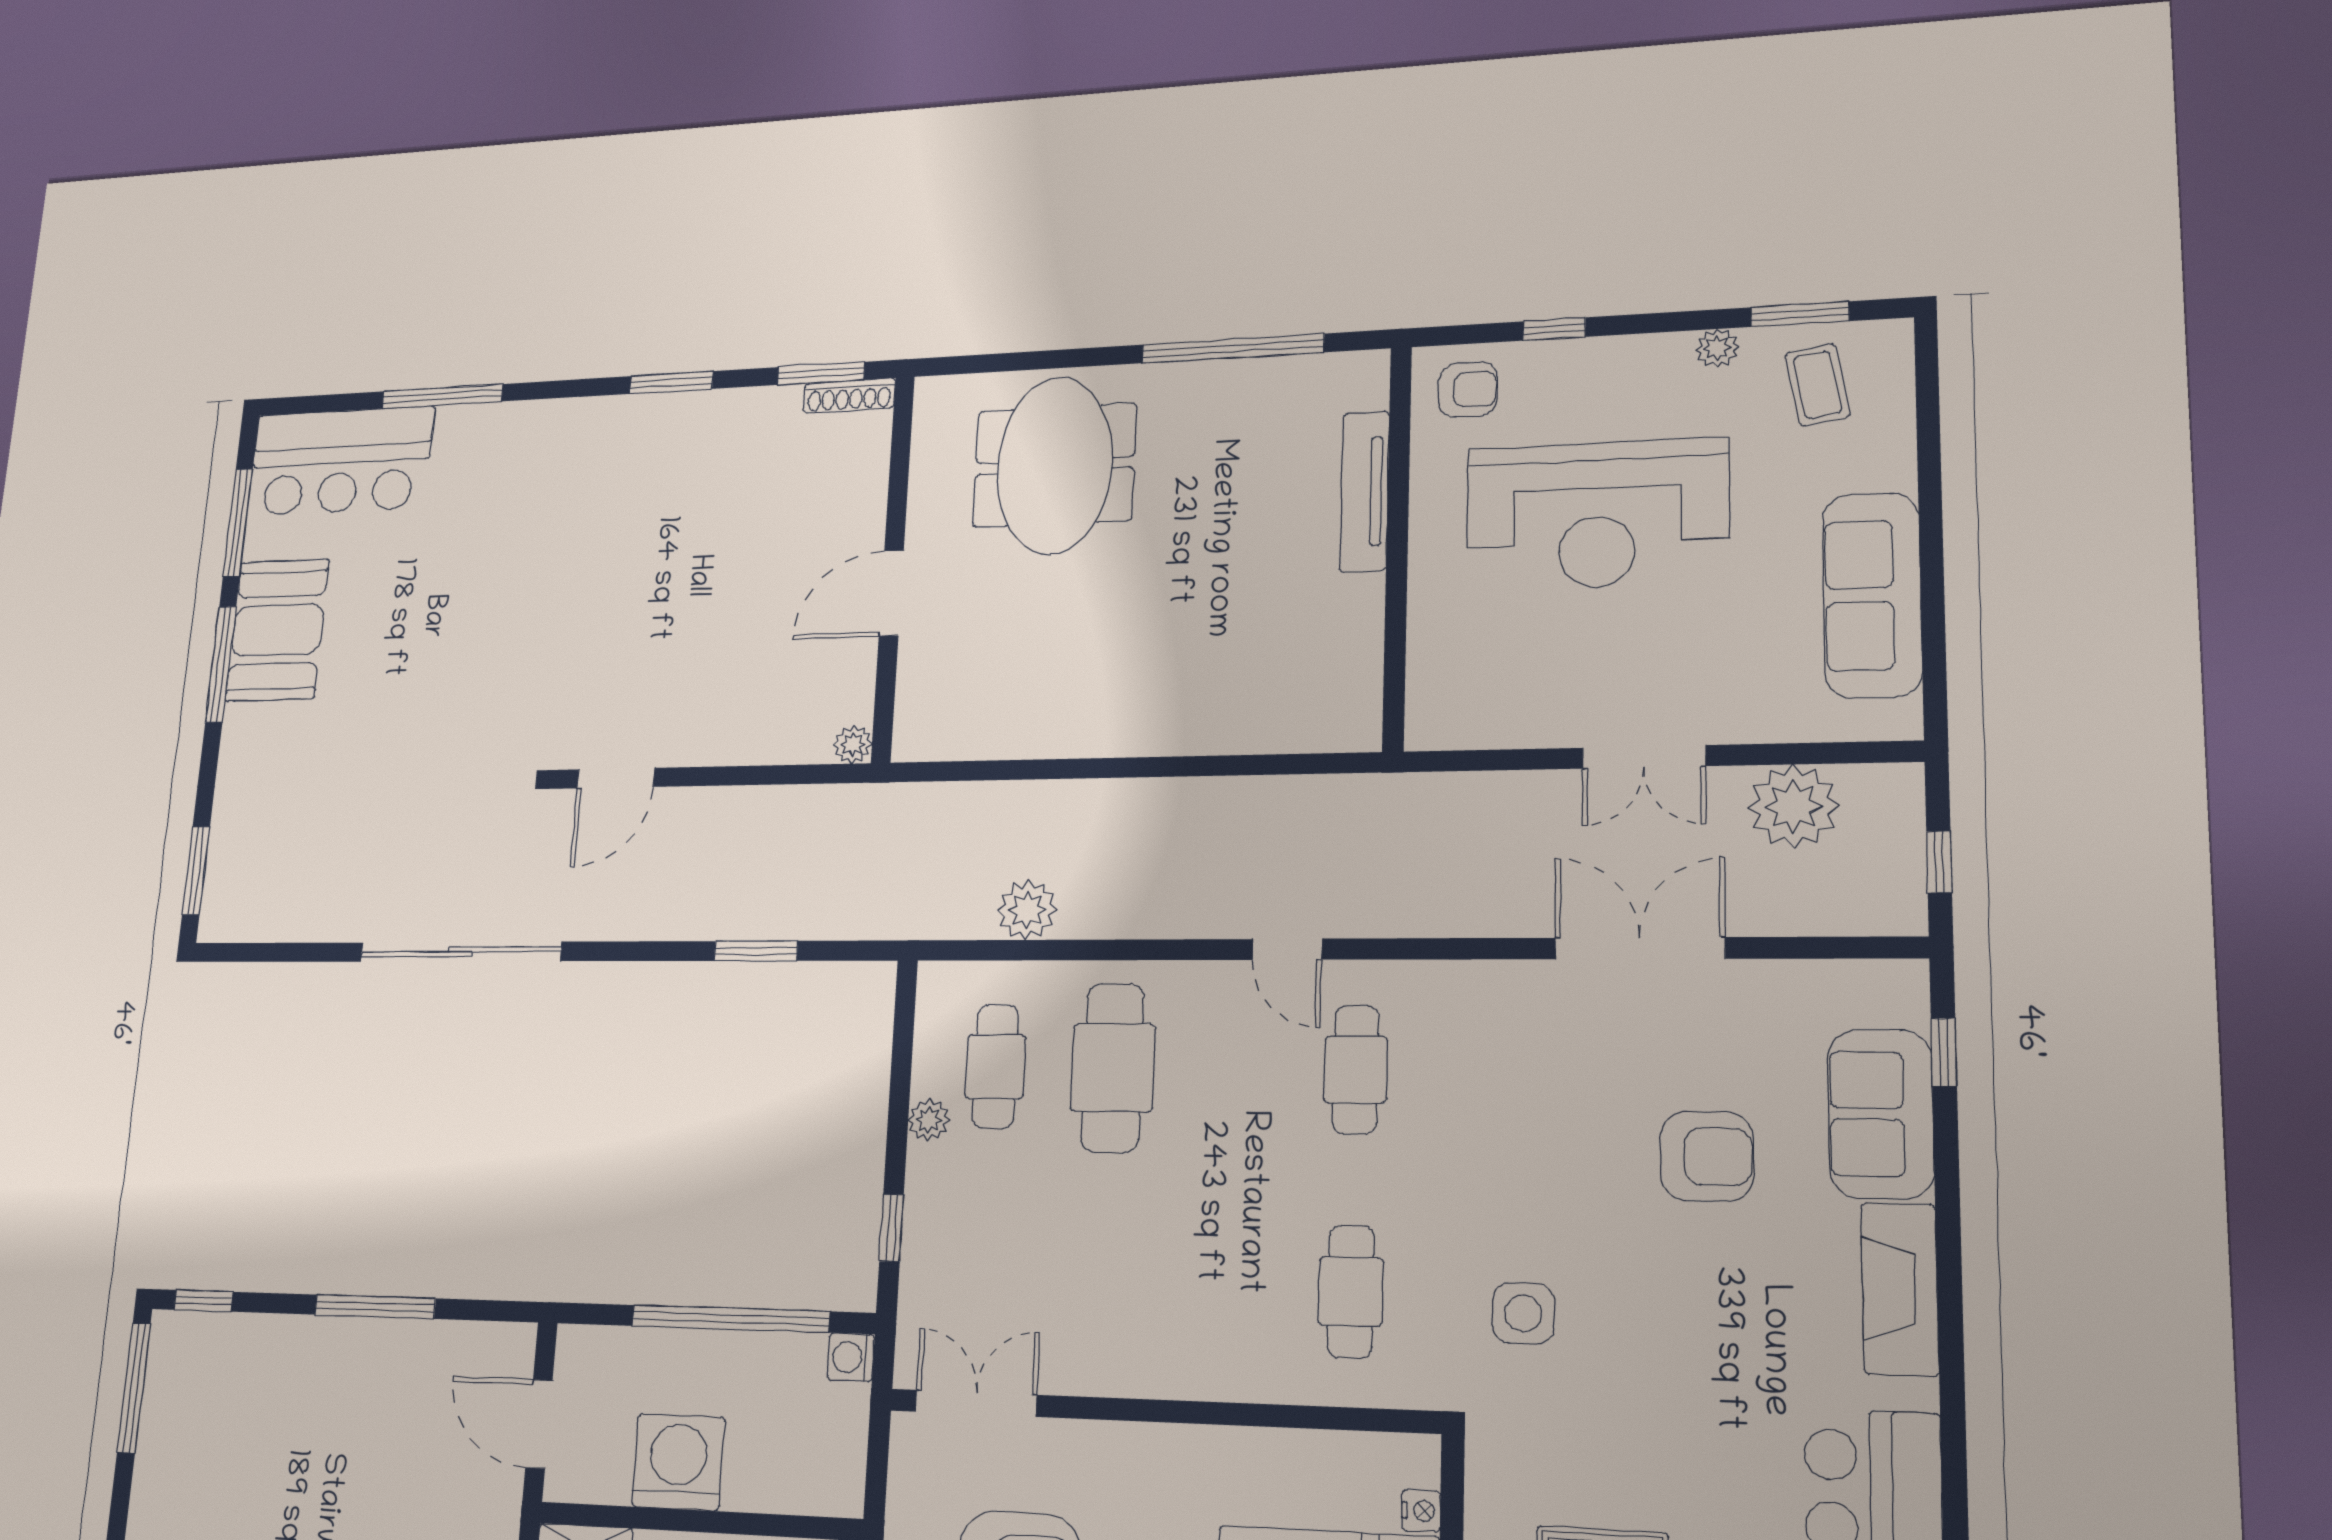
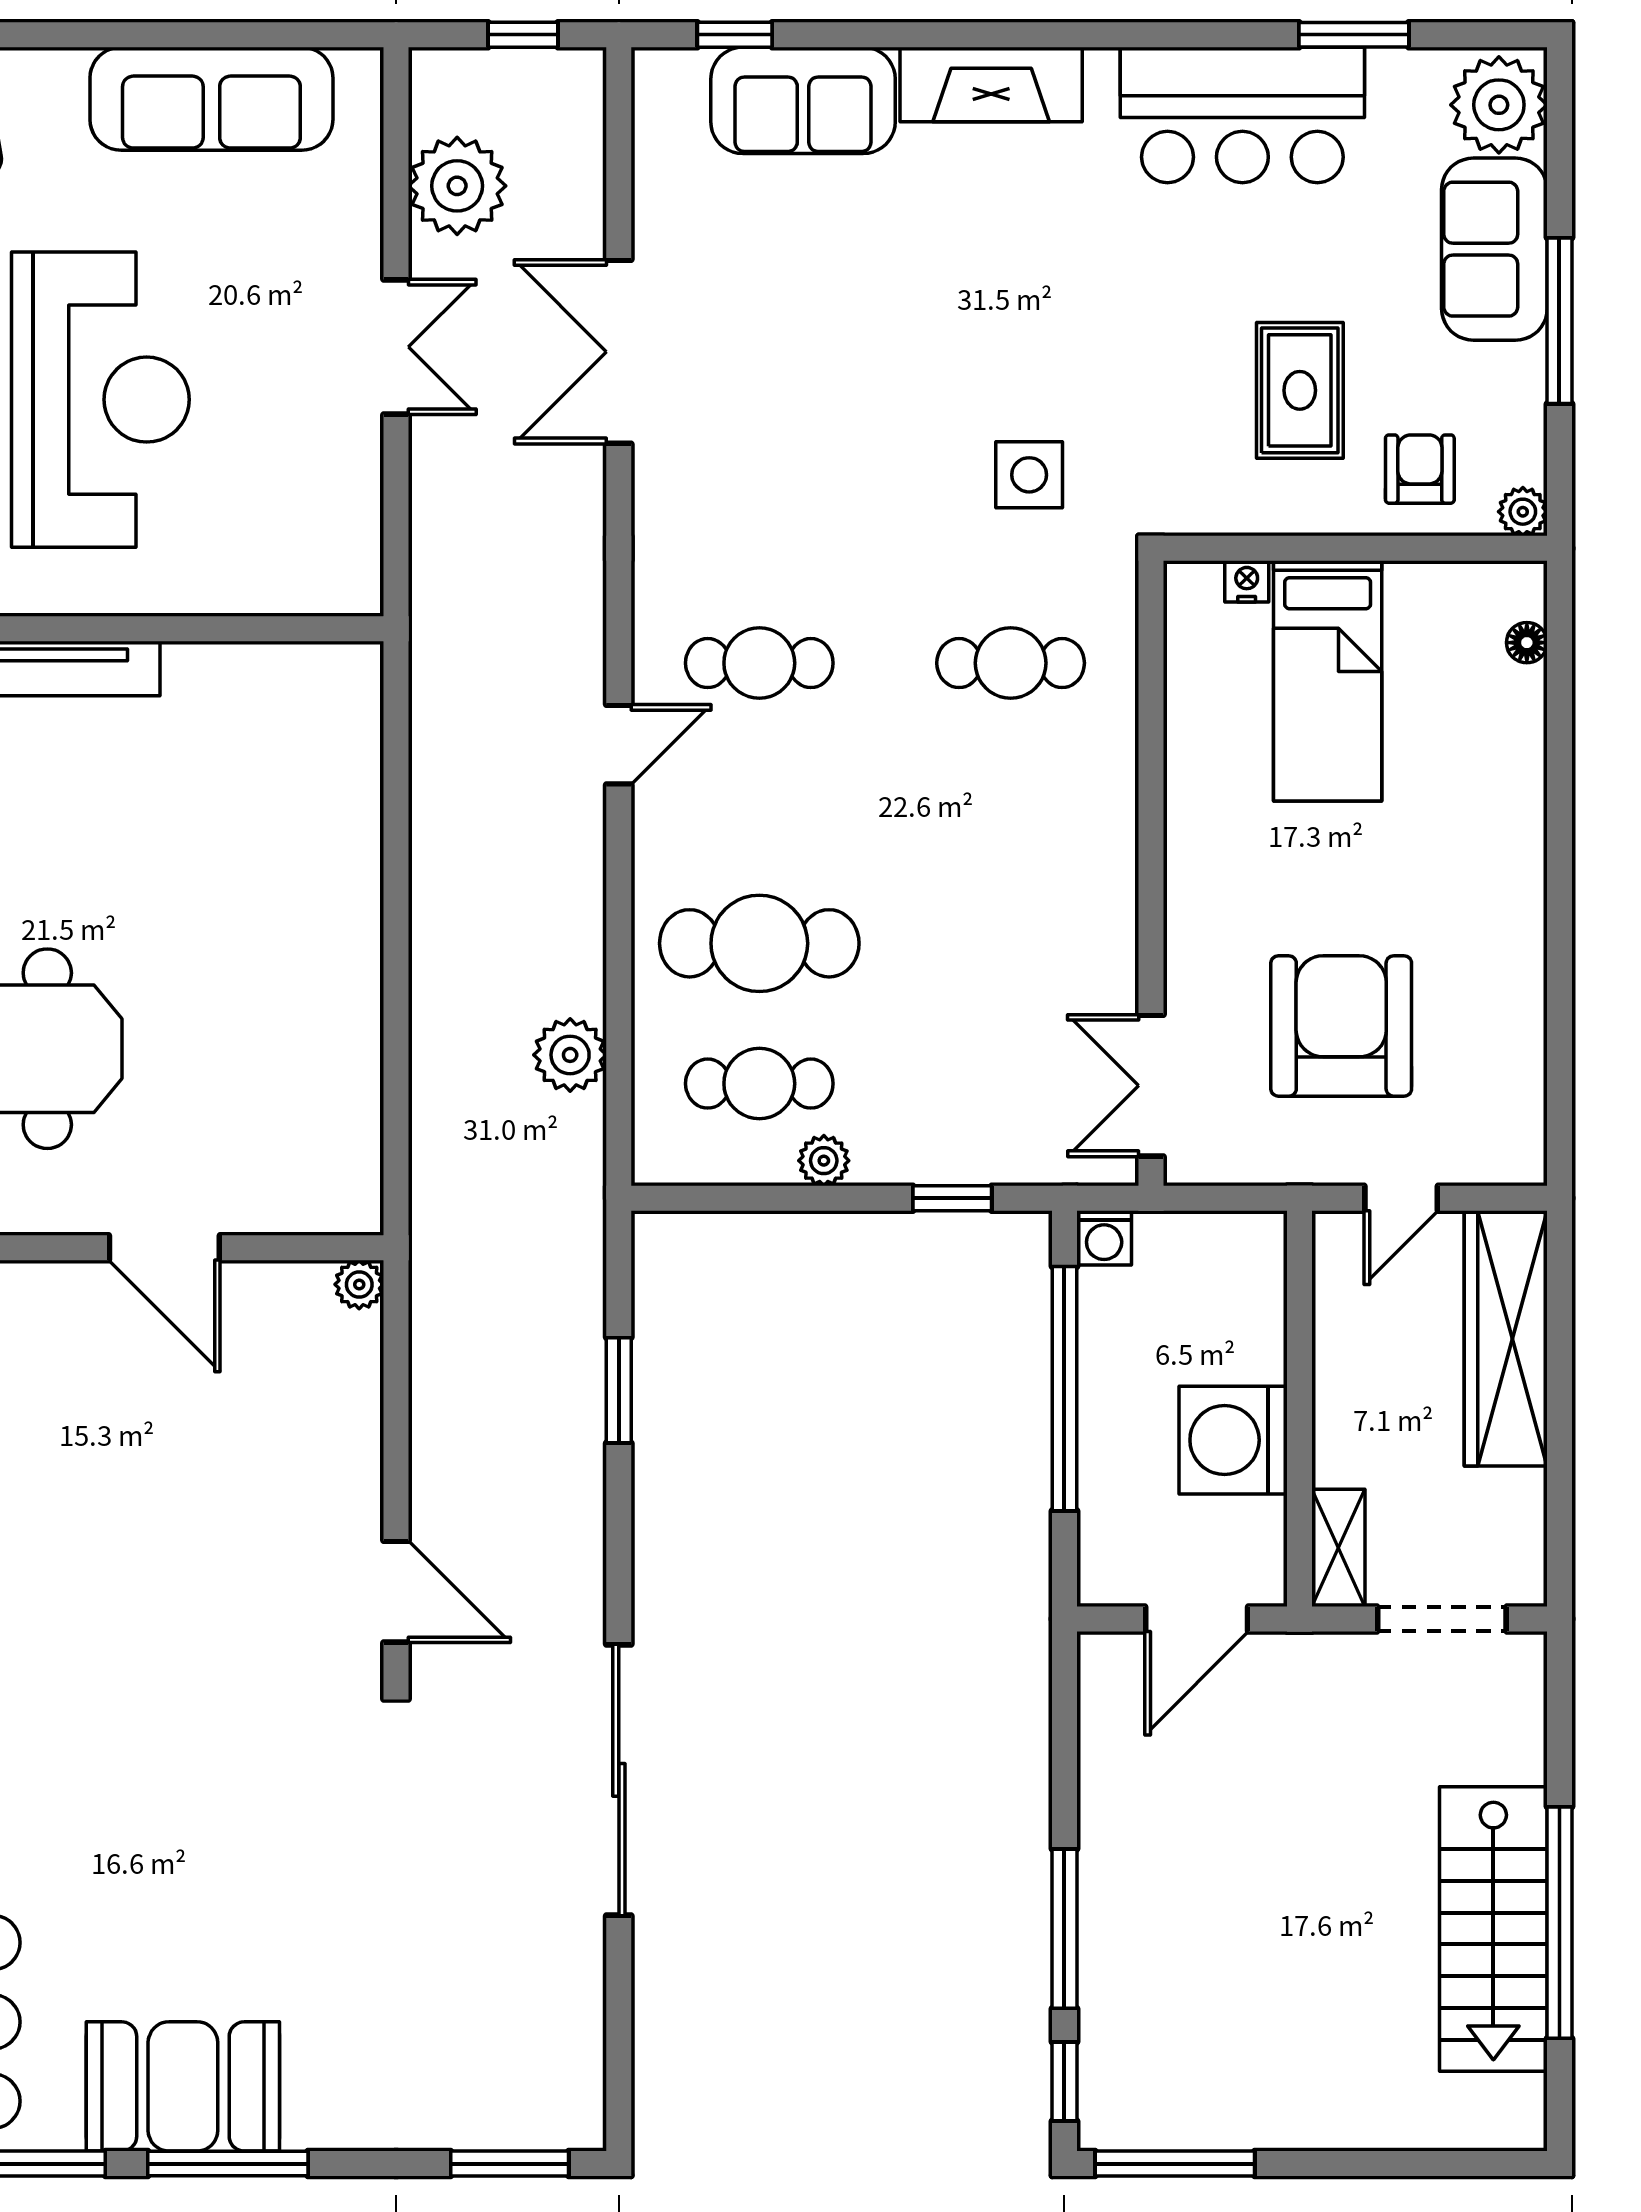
armchair: (1707, 1156) -> (852, 281), removed
window: (375, 1307) -> (1064, 1929), moved

